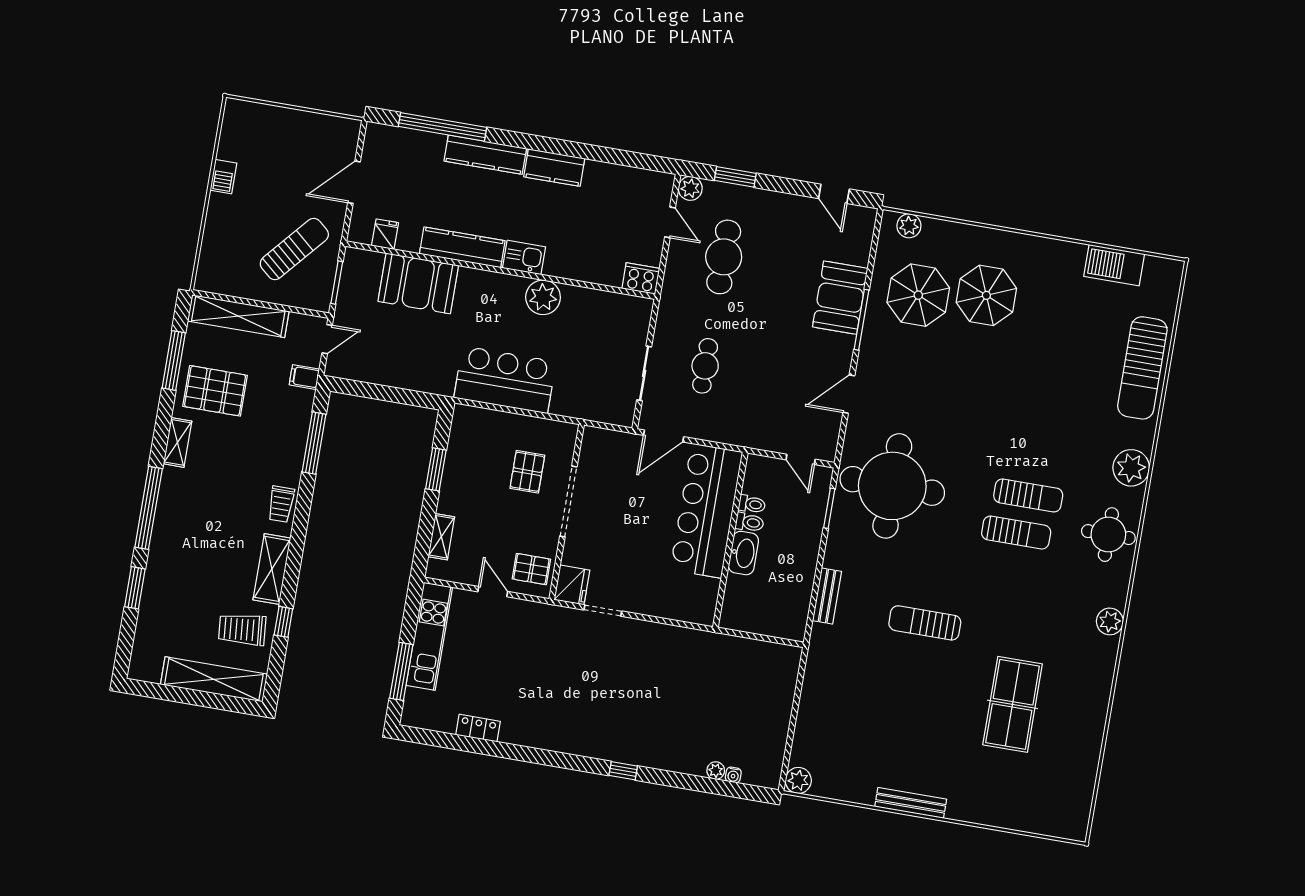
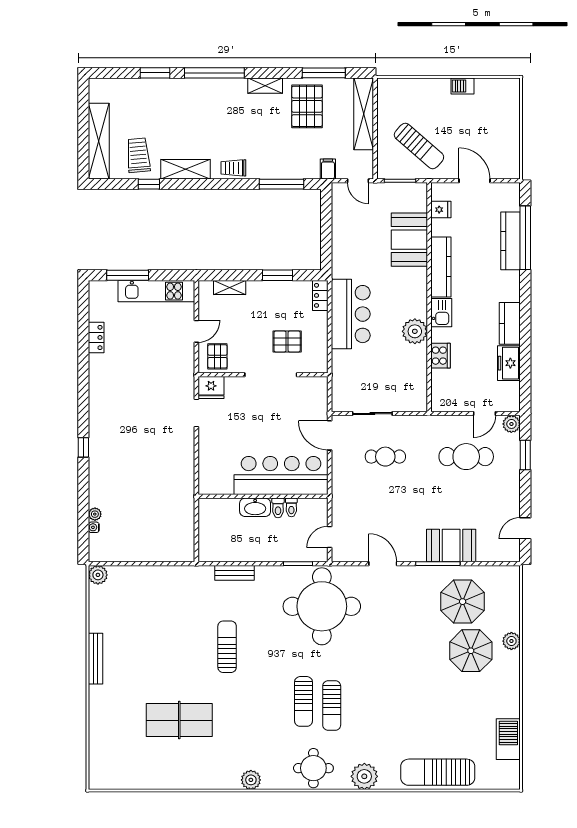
kitchen counter: (485, 155) -> (511, 241), moved
freezer: (608, 178) -> (509, 363), added
plant: (909, 226) -> (511, 641), moved
cooker: (641, 278) -> (440, 356), moved
locker: (473, 416) -> (320, 295), added

